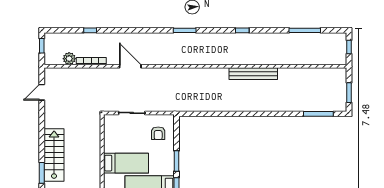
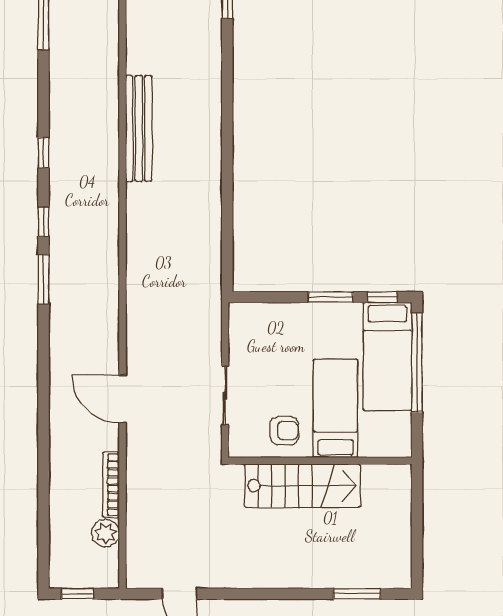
window: (90, 30) -> (43, 222), moved
door: (130, 66) -> (123, 399), hinge flipped
armchair: (158, 133) -> (284, 431), moved
stairs: (54, 155) -> (303, 486), moved, turned 180

